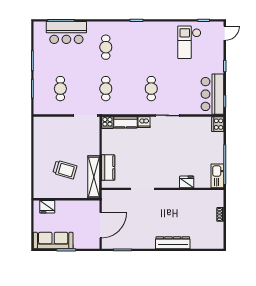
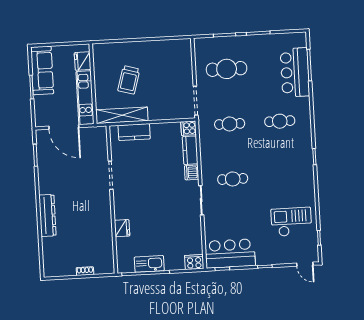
cafe table: (60, 89) -> (227, 69), width x1.37, depth x1.35
kitchen sink: (217, 176) -> (149, 264), moved
kitchen unit: (78, 206) -> (85, 98), added

